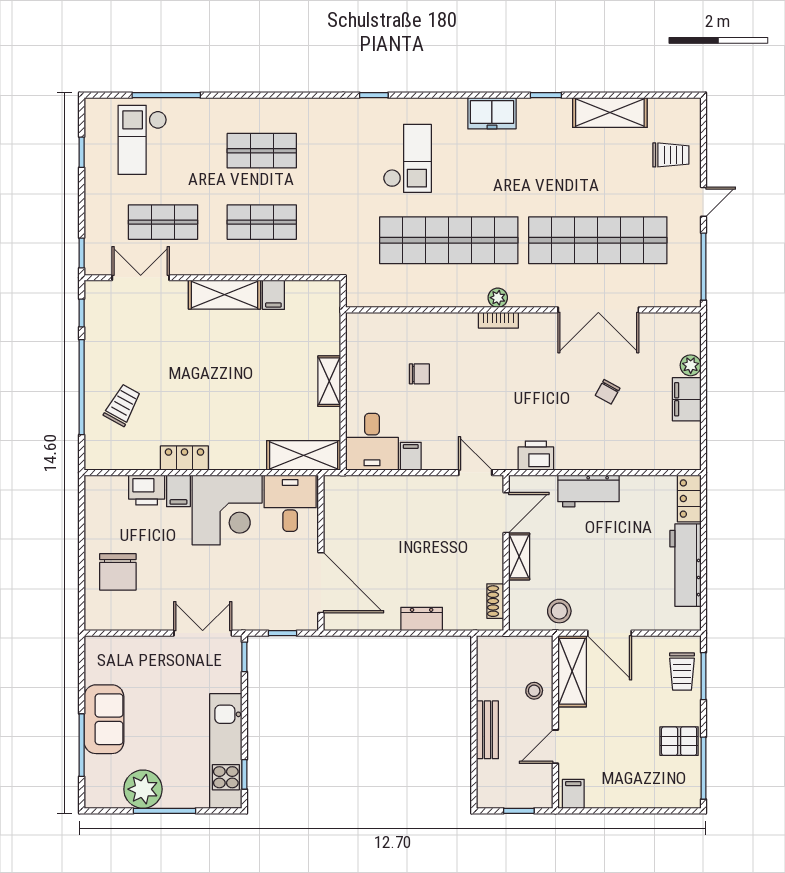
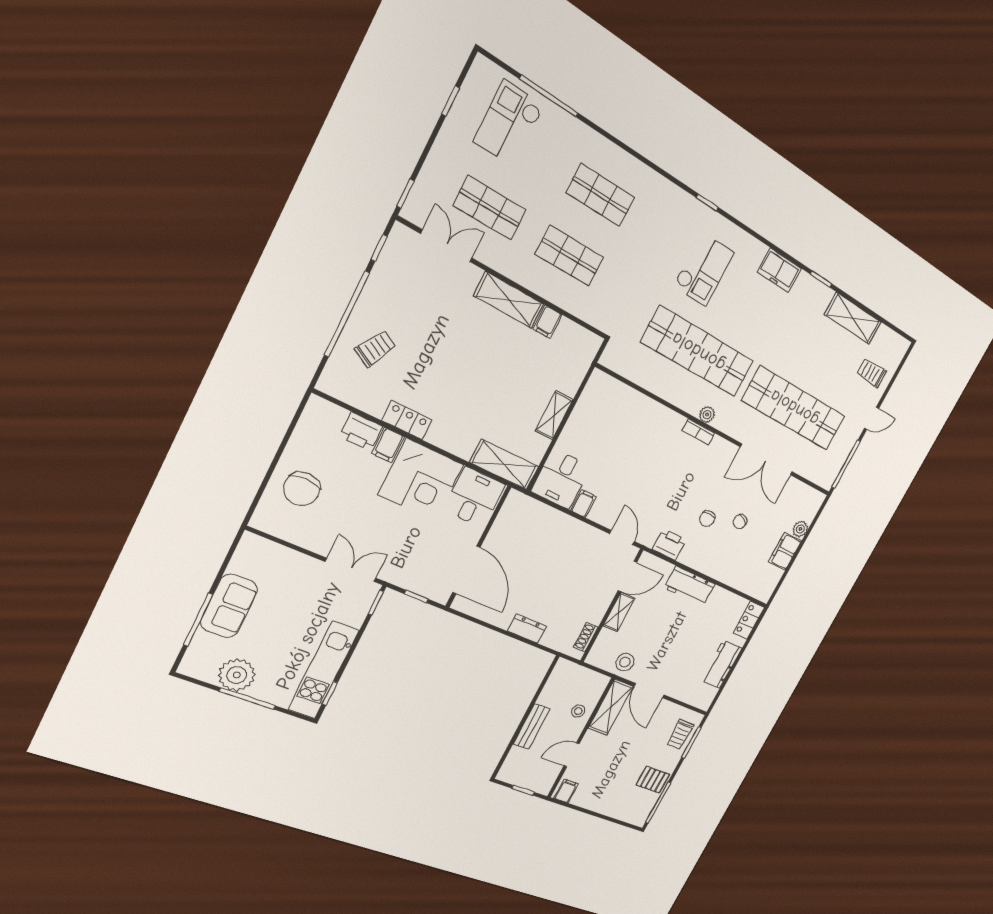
trolley: (671, 155) -> (872, 373), turned 180
chair: (419, 374) -> (707, 519), moved, turned 90
workbench: (686, 565) -> (722, 664), width x0.73

